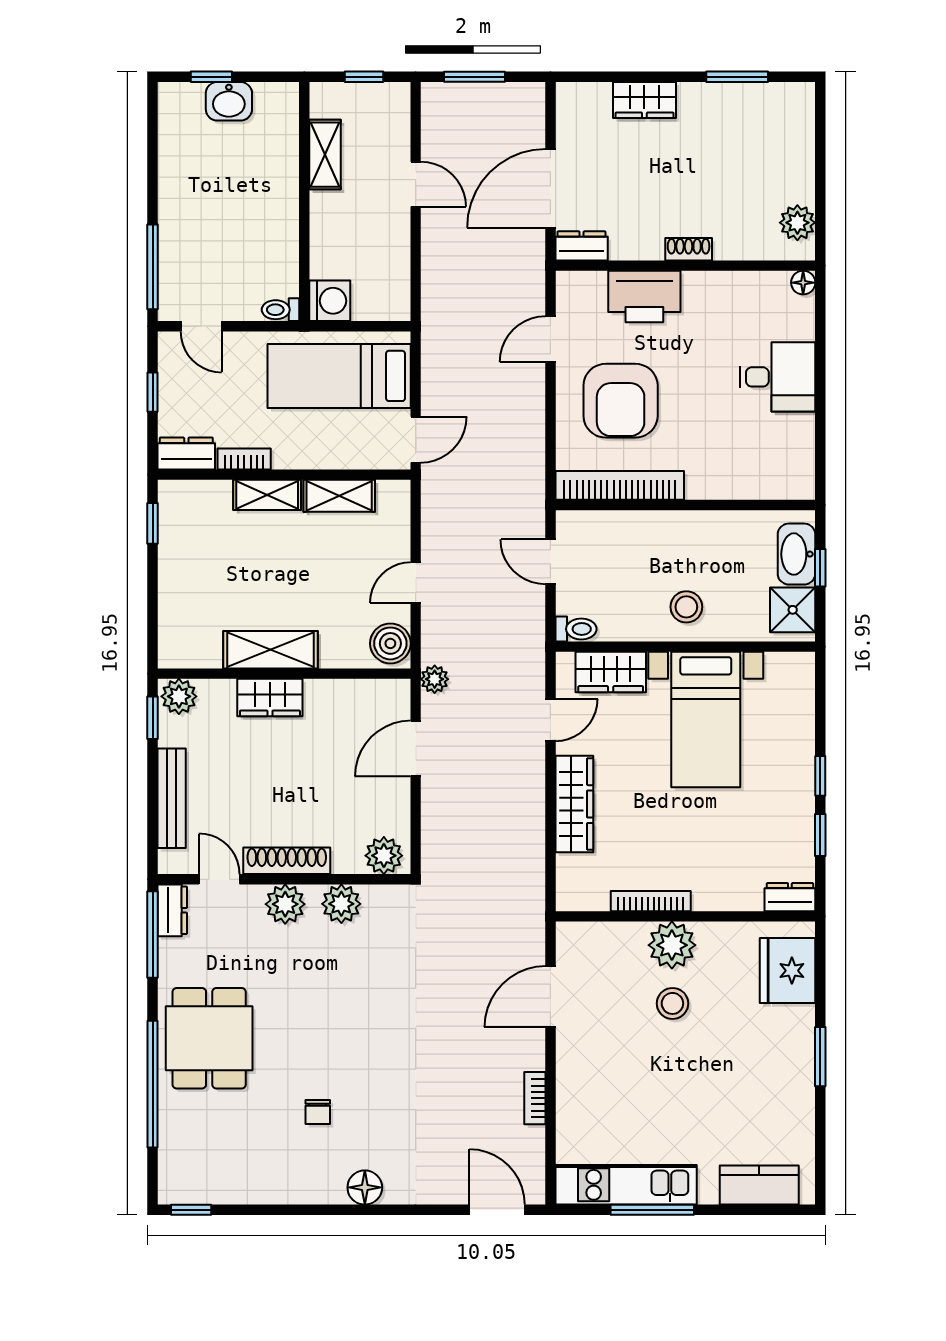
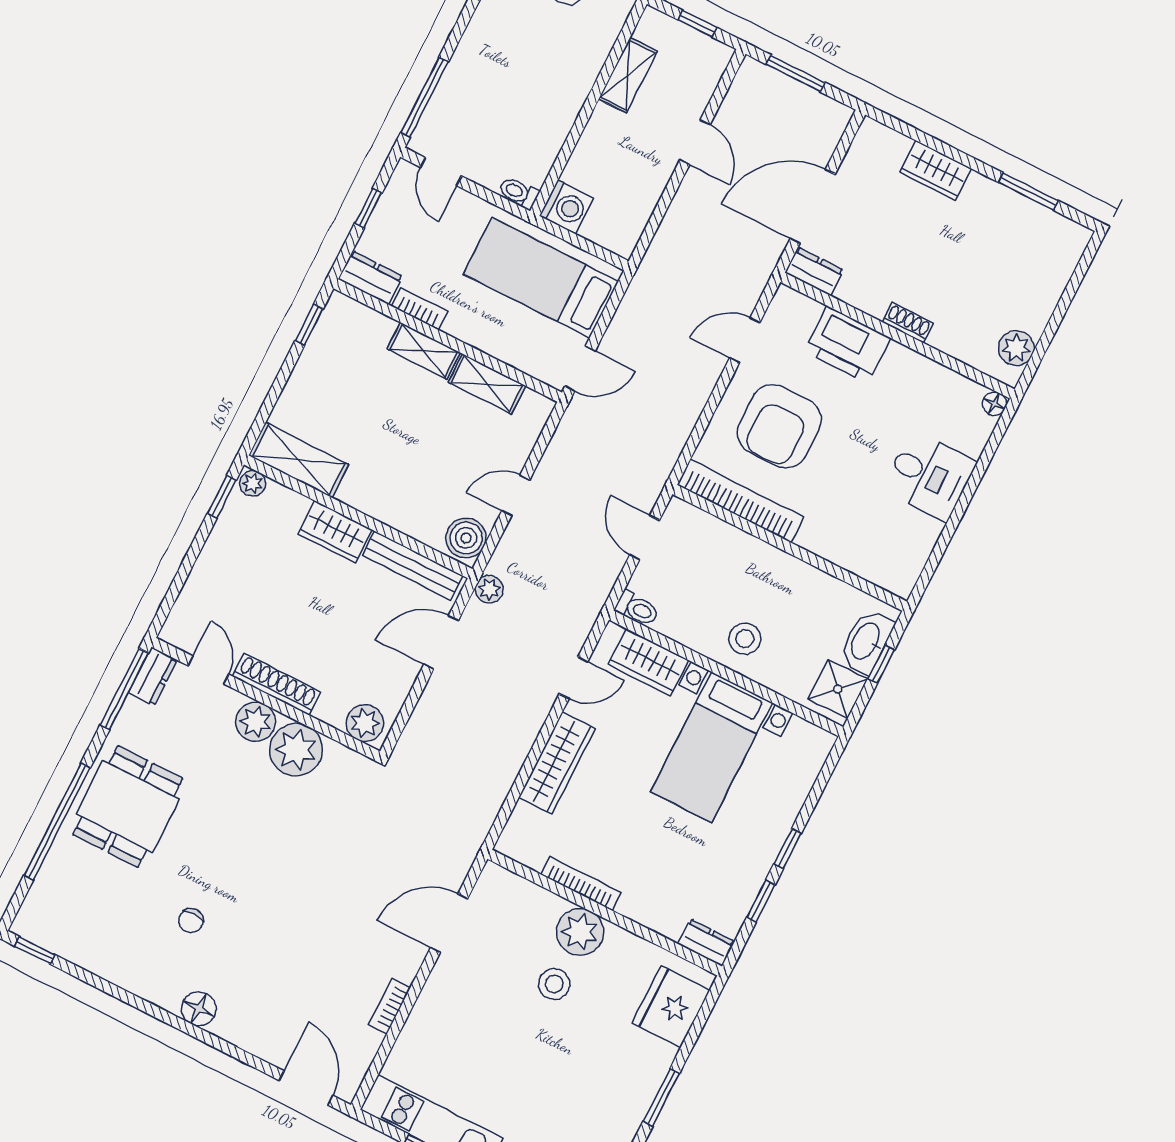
shelving: (271, 650) -> (299, 460), moved
plant: (179, 696) -> (253, 483), width x0.73, depth x0.73
bench: (172, 798) -> (413, 566), moved, turned 90
plant: (341, 904) -> (296, 750), width x1.36, depth x1.36

